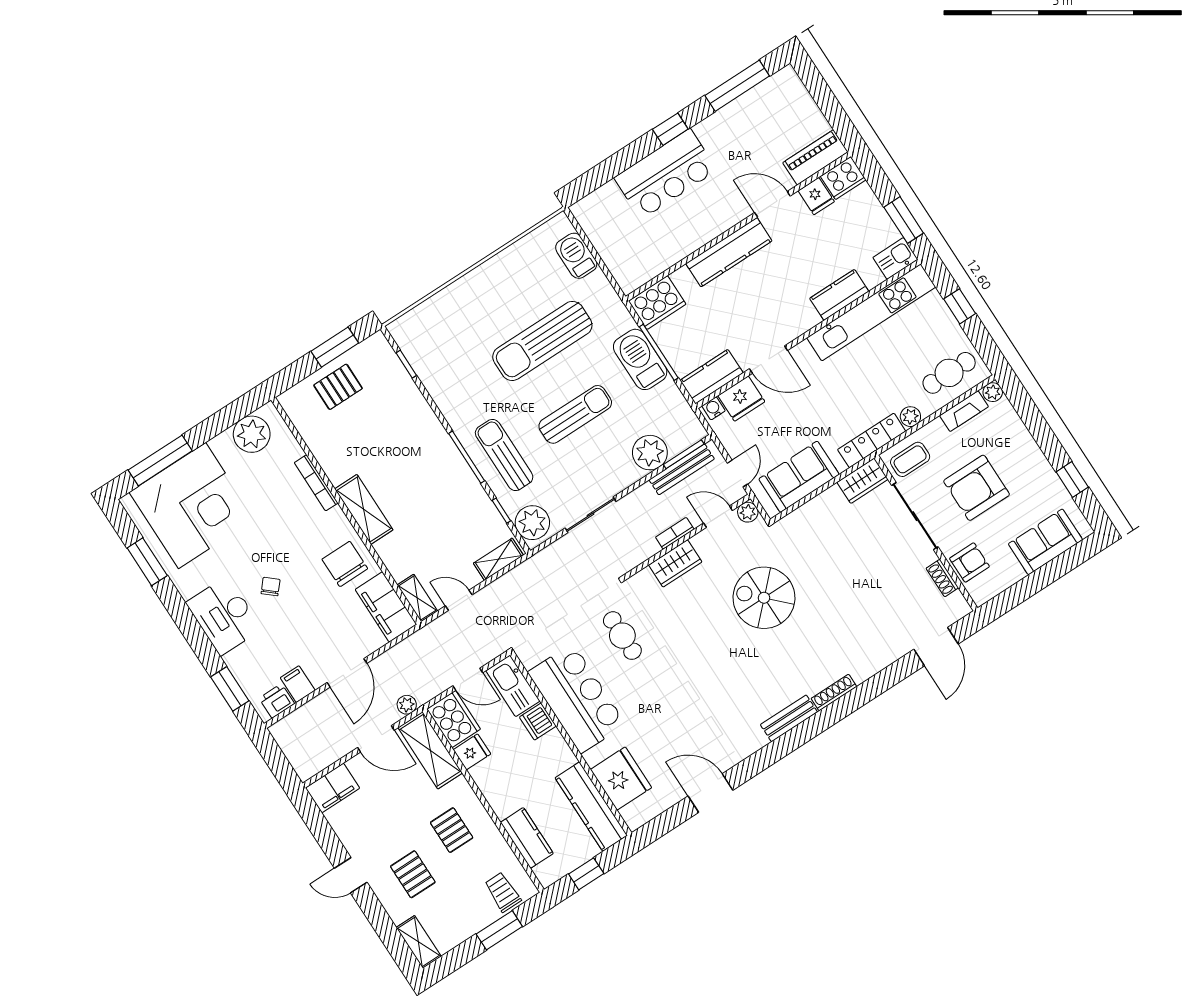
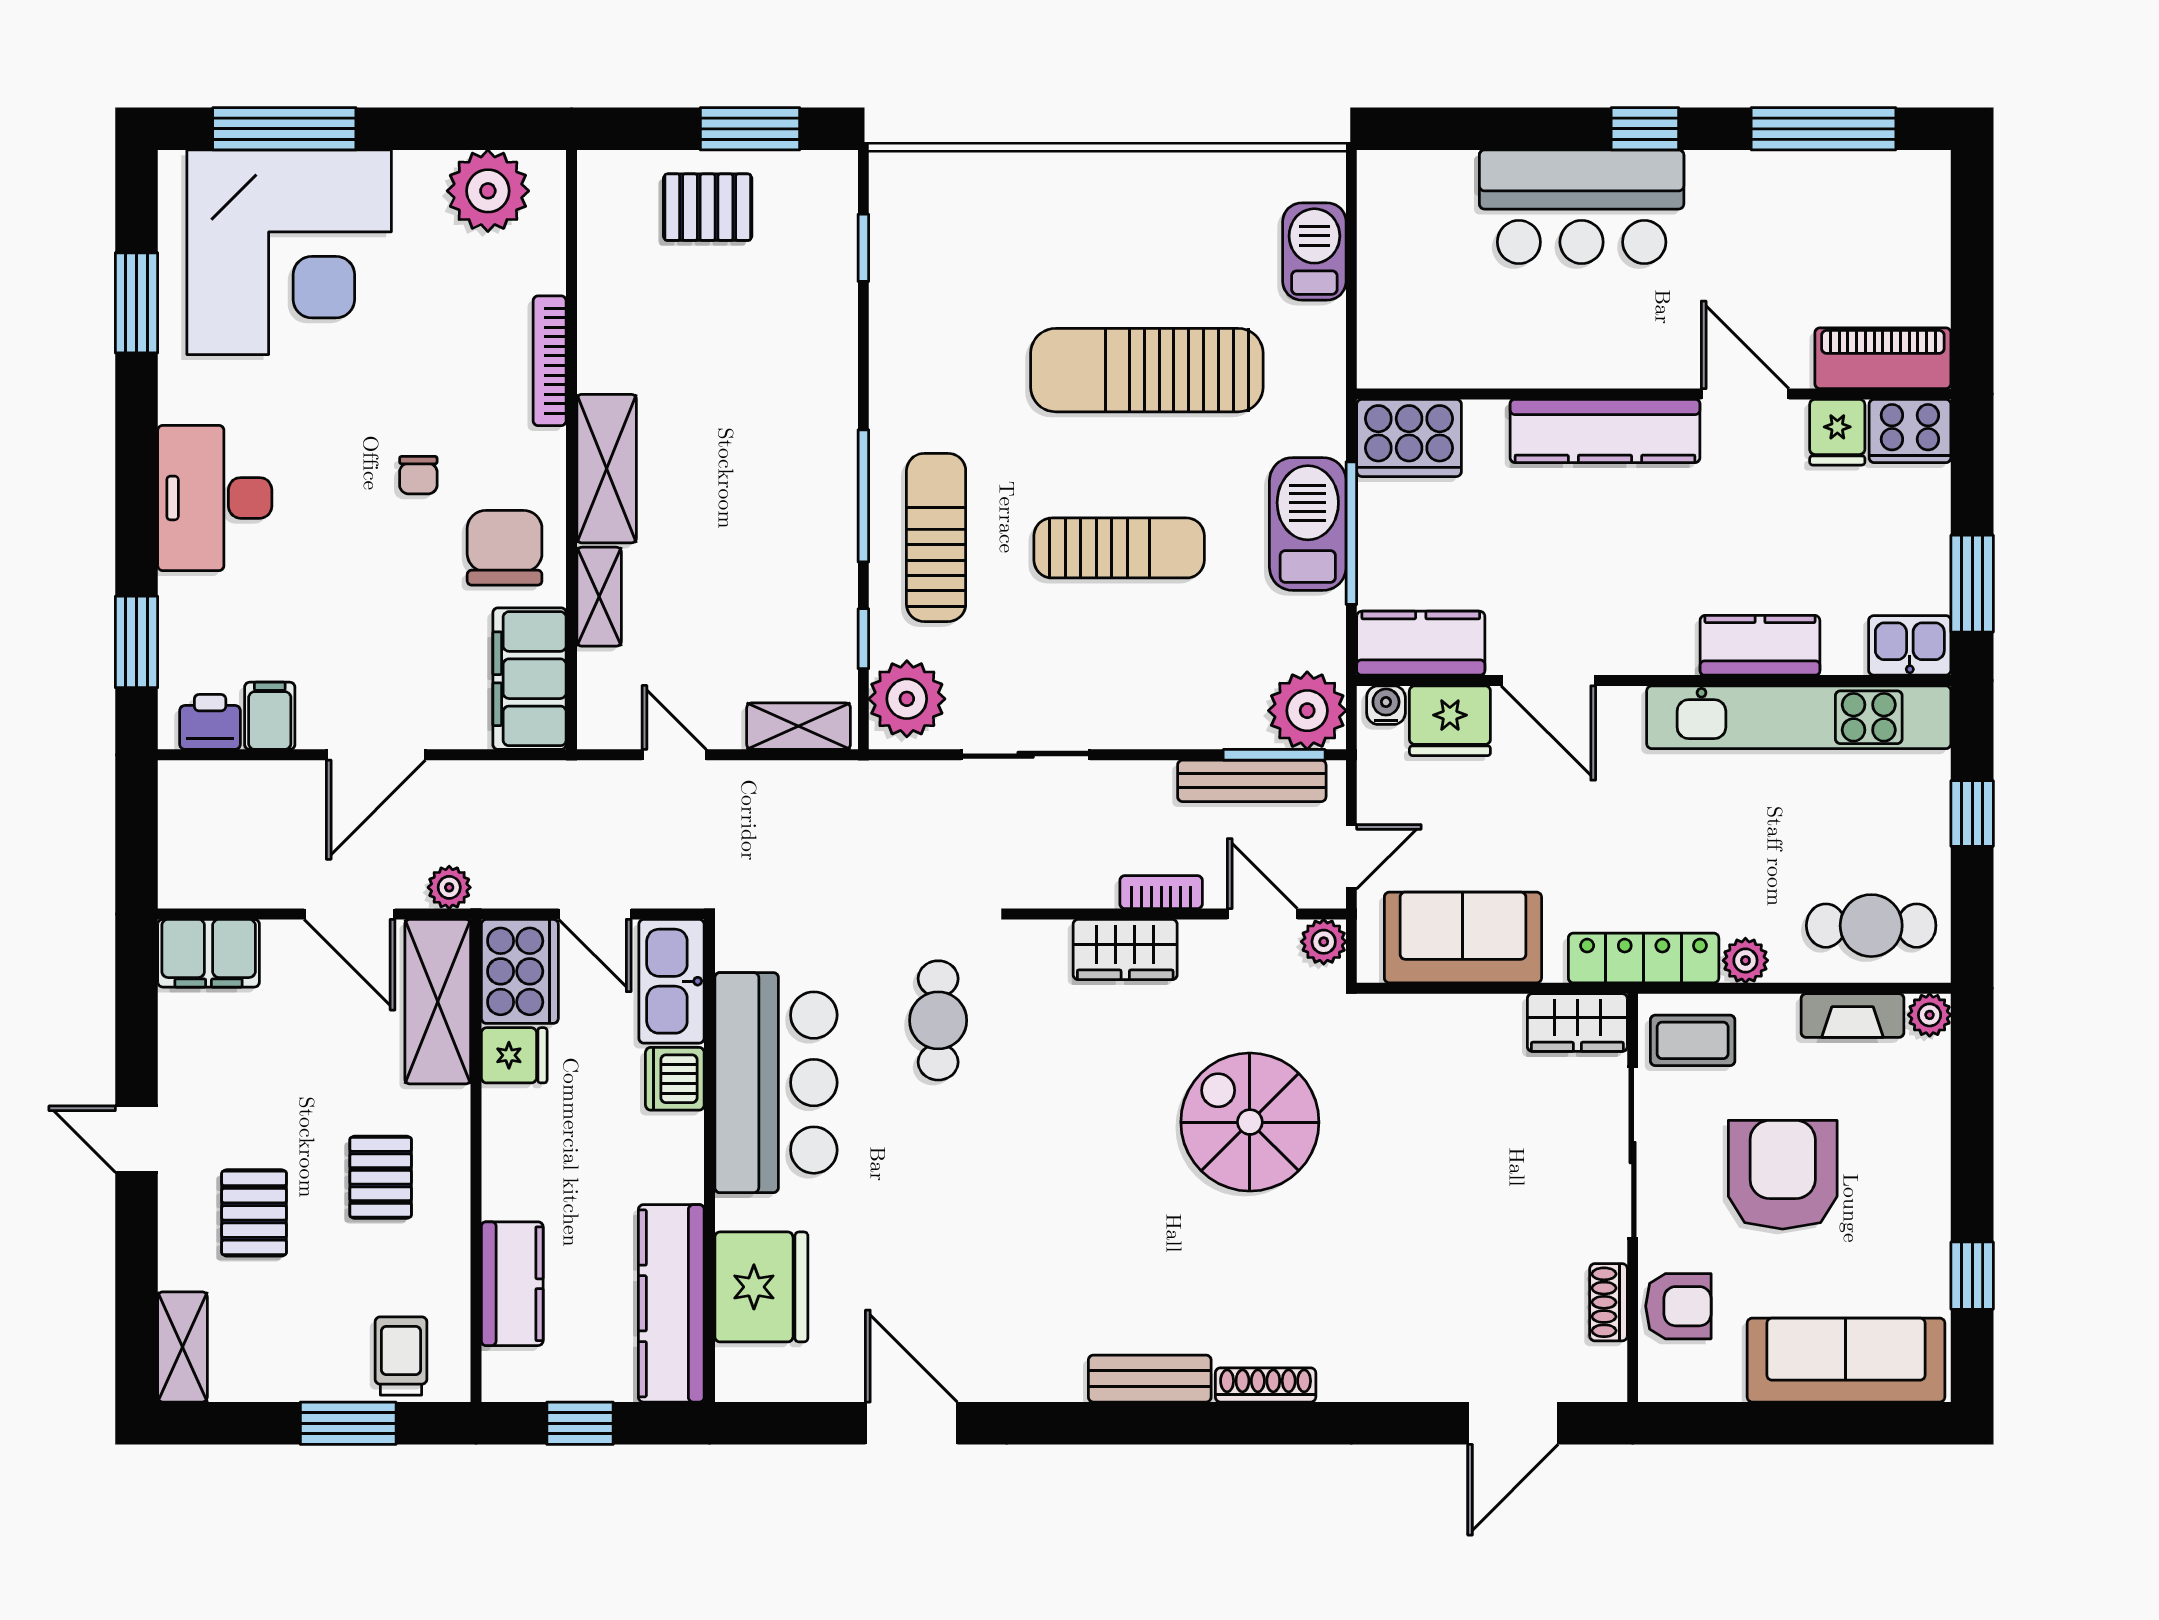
plant: (650, 453) -> (1307, 711), moved
armchair: (977, 488) -> (1783, 1175), turned 90
sofa: (1045, 542) -> (1846, 1360), width x1.36
chair: (271, 587) -> (418, 475), moved, turned 139
shelving: (417, 598) -> (599, 597), moved

